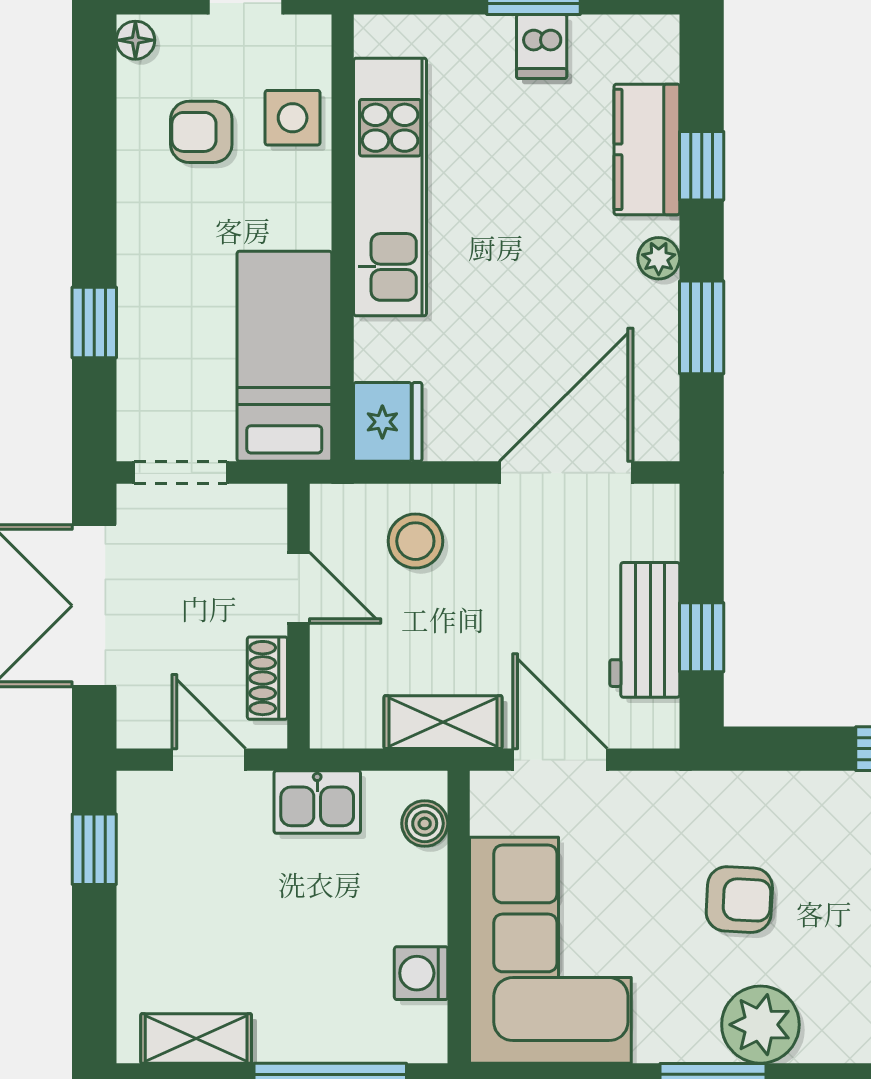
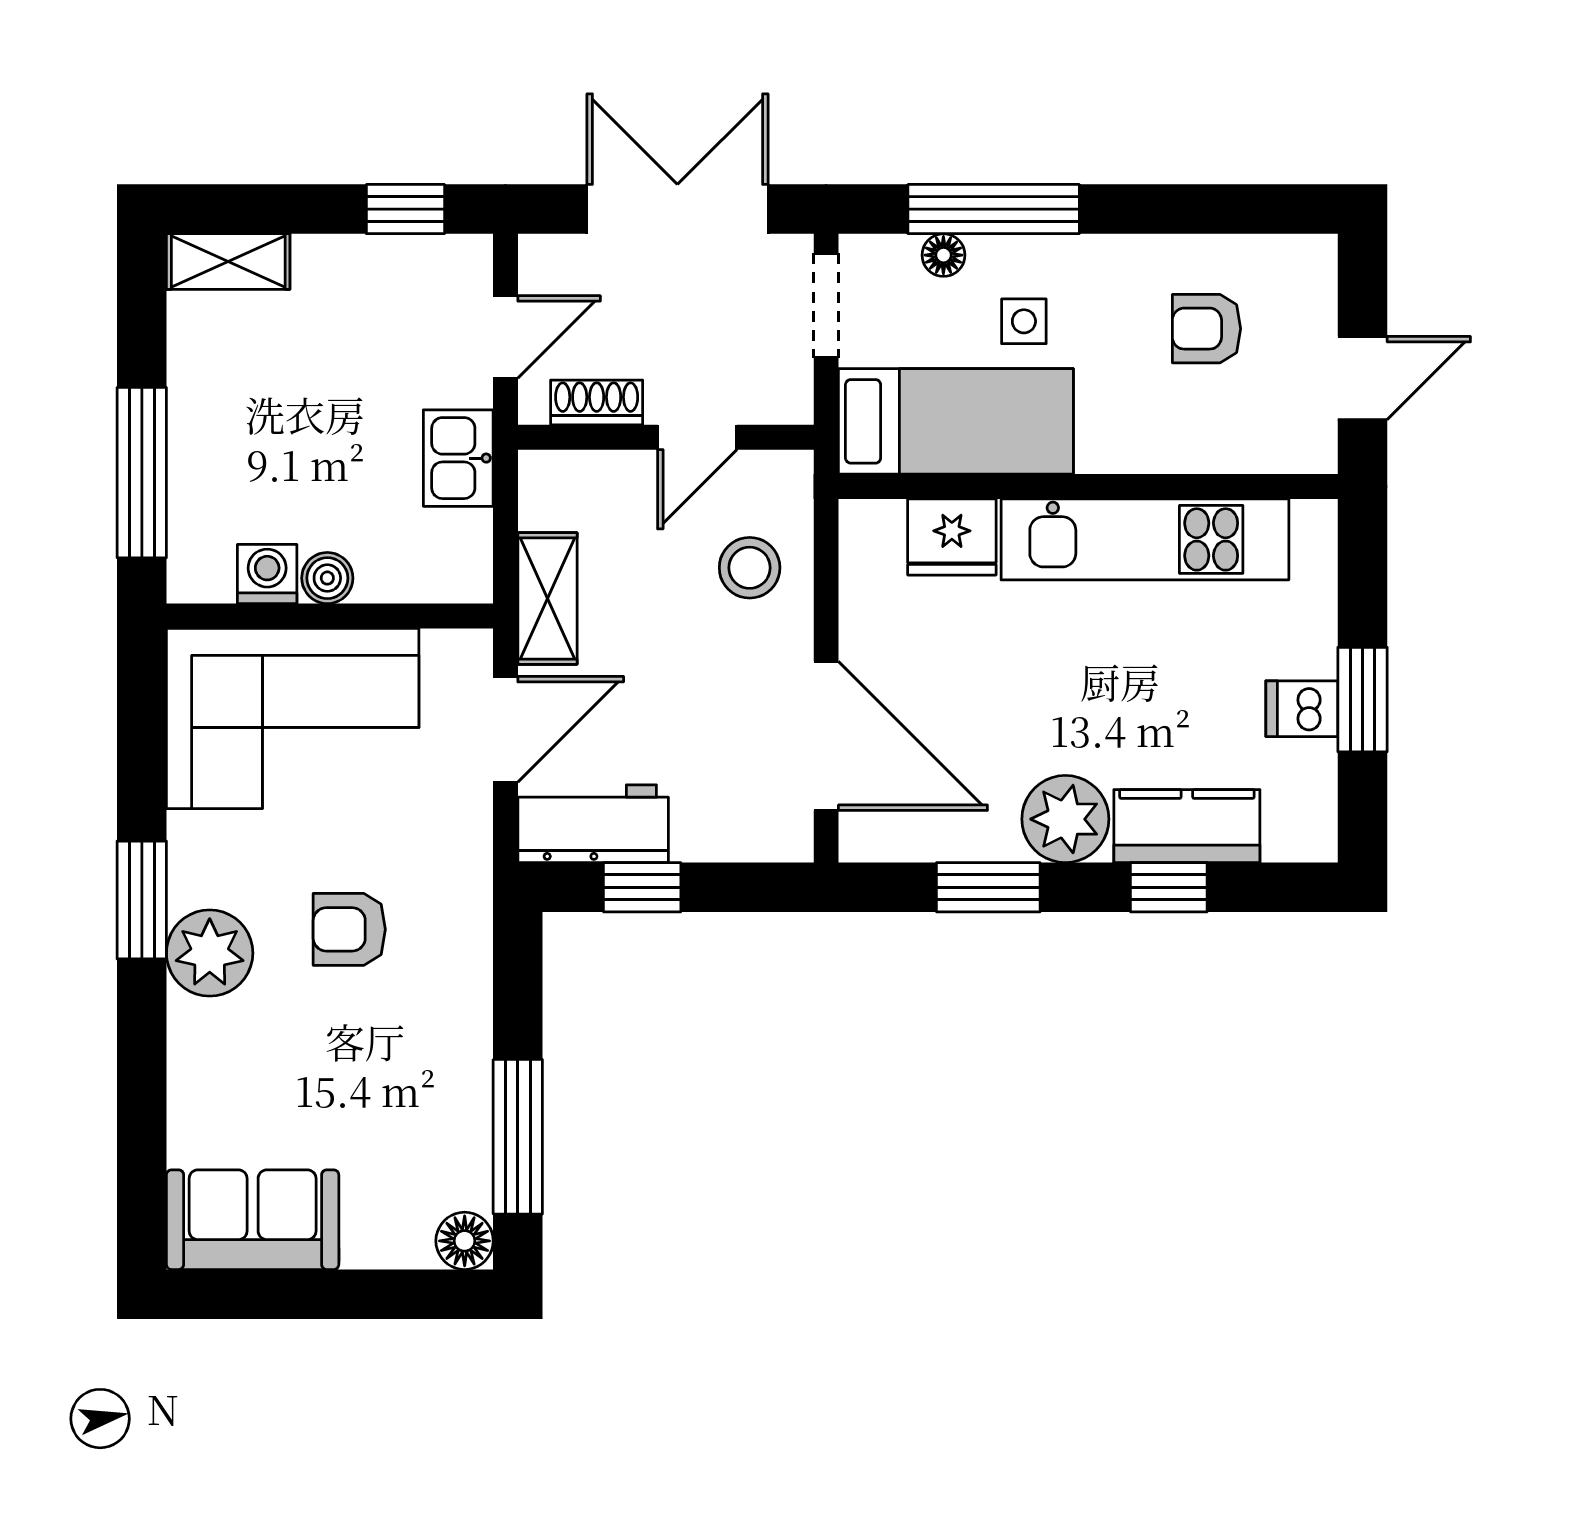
floor lamp: (135, 40) -> (943, 255), moved
side table: (293, 118) -> (1024, 321), moved, width x0.73, depth x0.73
armchair: (201, 132) -> (1206, 329), turned -90
plant: (659, 258) -> (1065, 819), width x1.88, depth x1.88
window: (94, 322) -> (994, 209), width x2.17
fridge: (388, 422) -> (952, 537), moved
workbench: (645, 630) -> (593, 824), moved
boiler: (425, 823) -> (327, 578), moved
armchair: (739, 900) -> (349, 929), turned 87
shelving: (196, 1038) -> (228, 262), moved, turned 90

